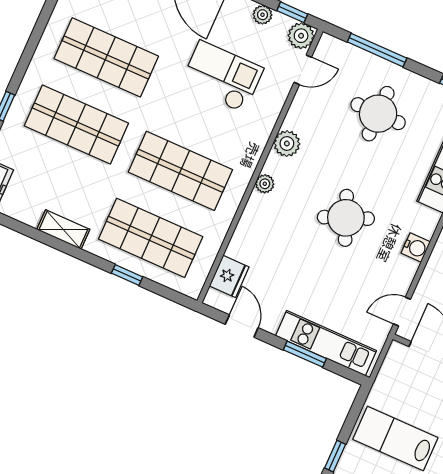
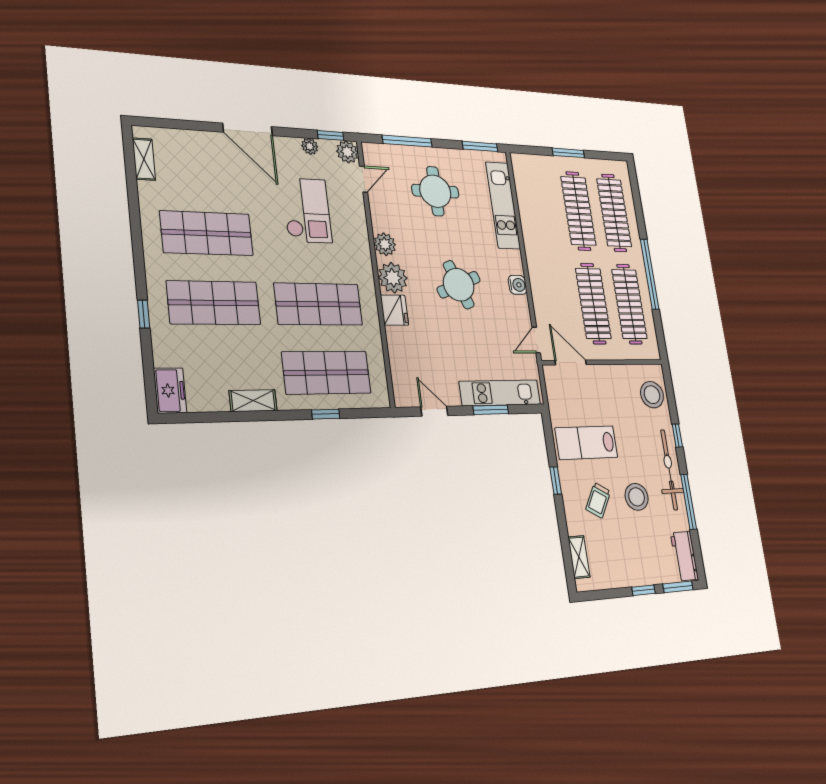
checkout: (222, 77) -> (307, 210), turned 90
plant: (265, 184) -> (393, 278), width x1.88, depth x1.88
fridge: (229, 276) -> (395, 310), moved

